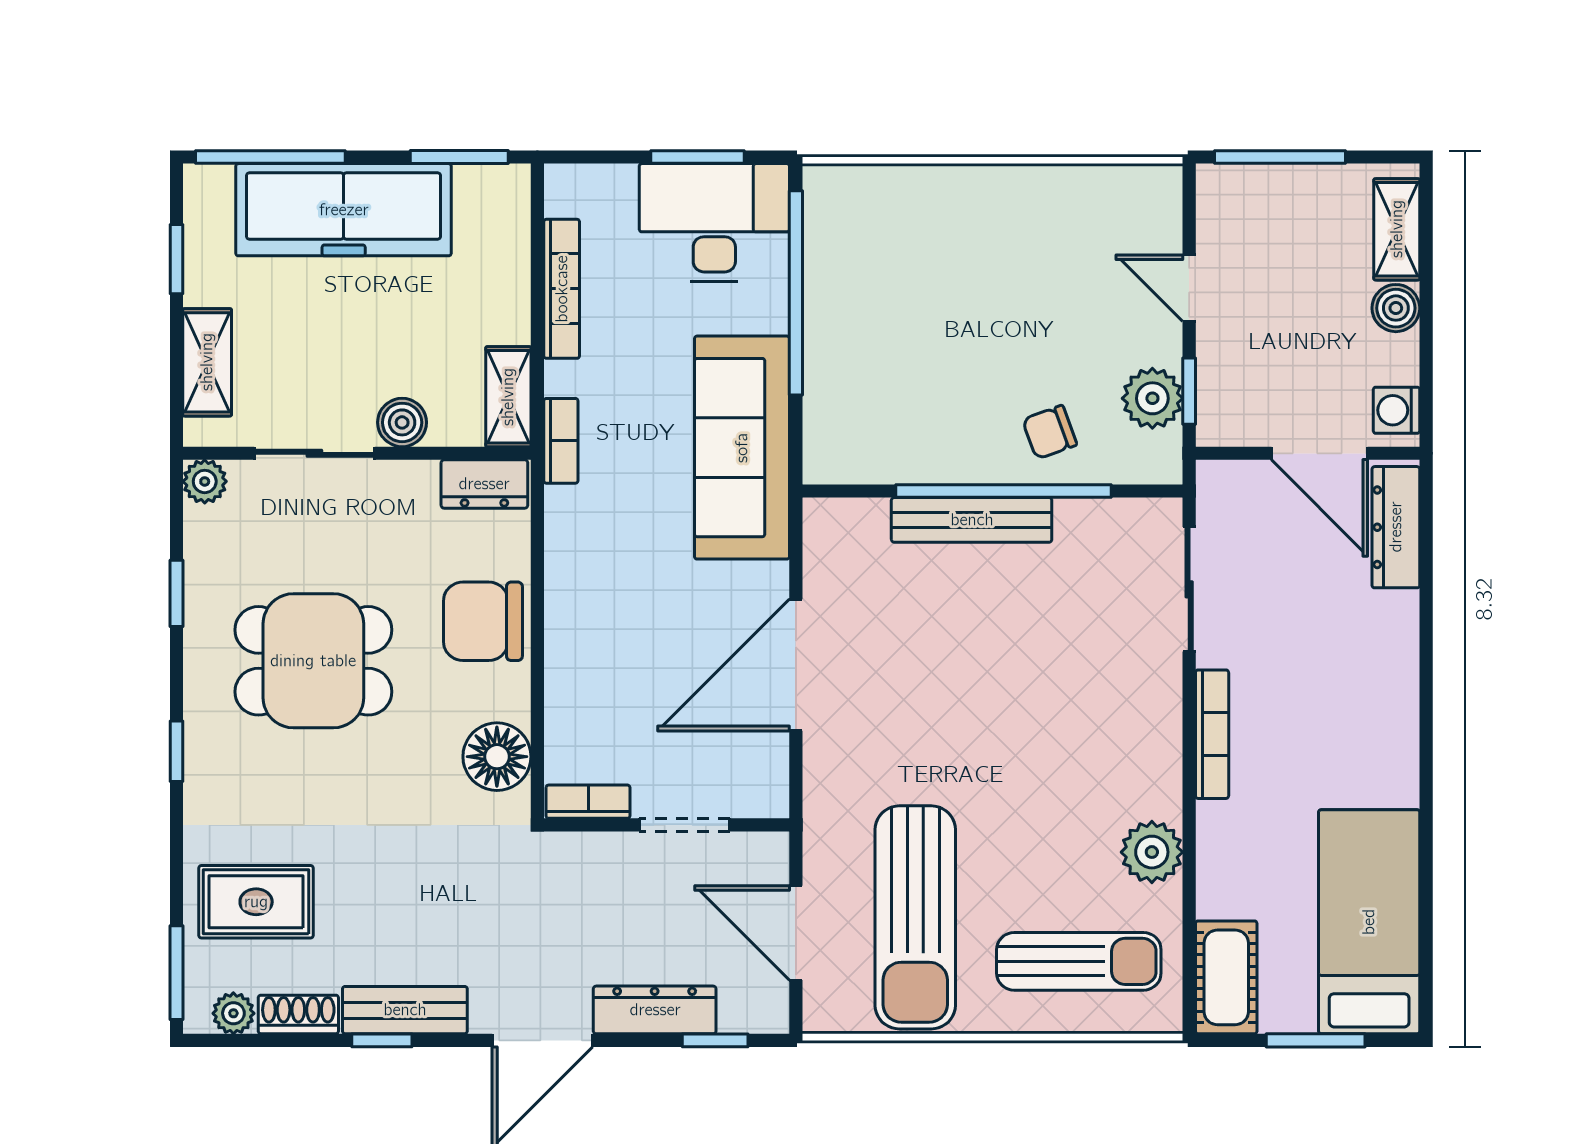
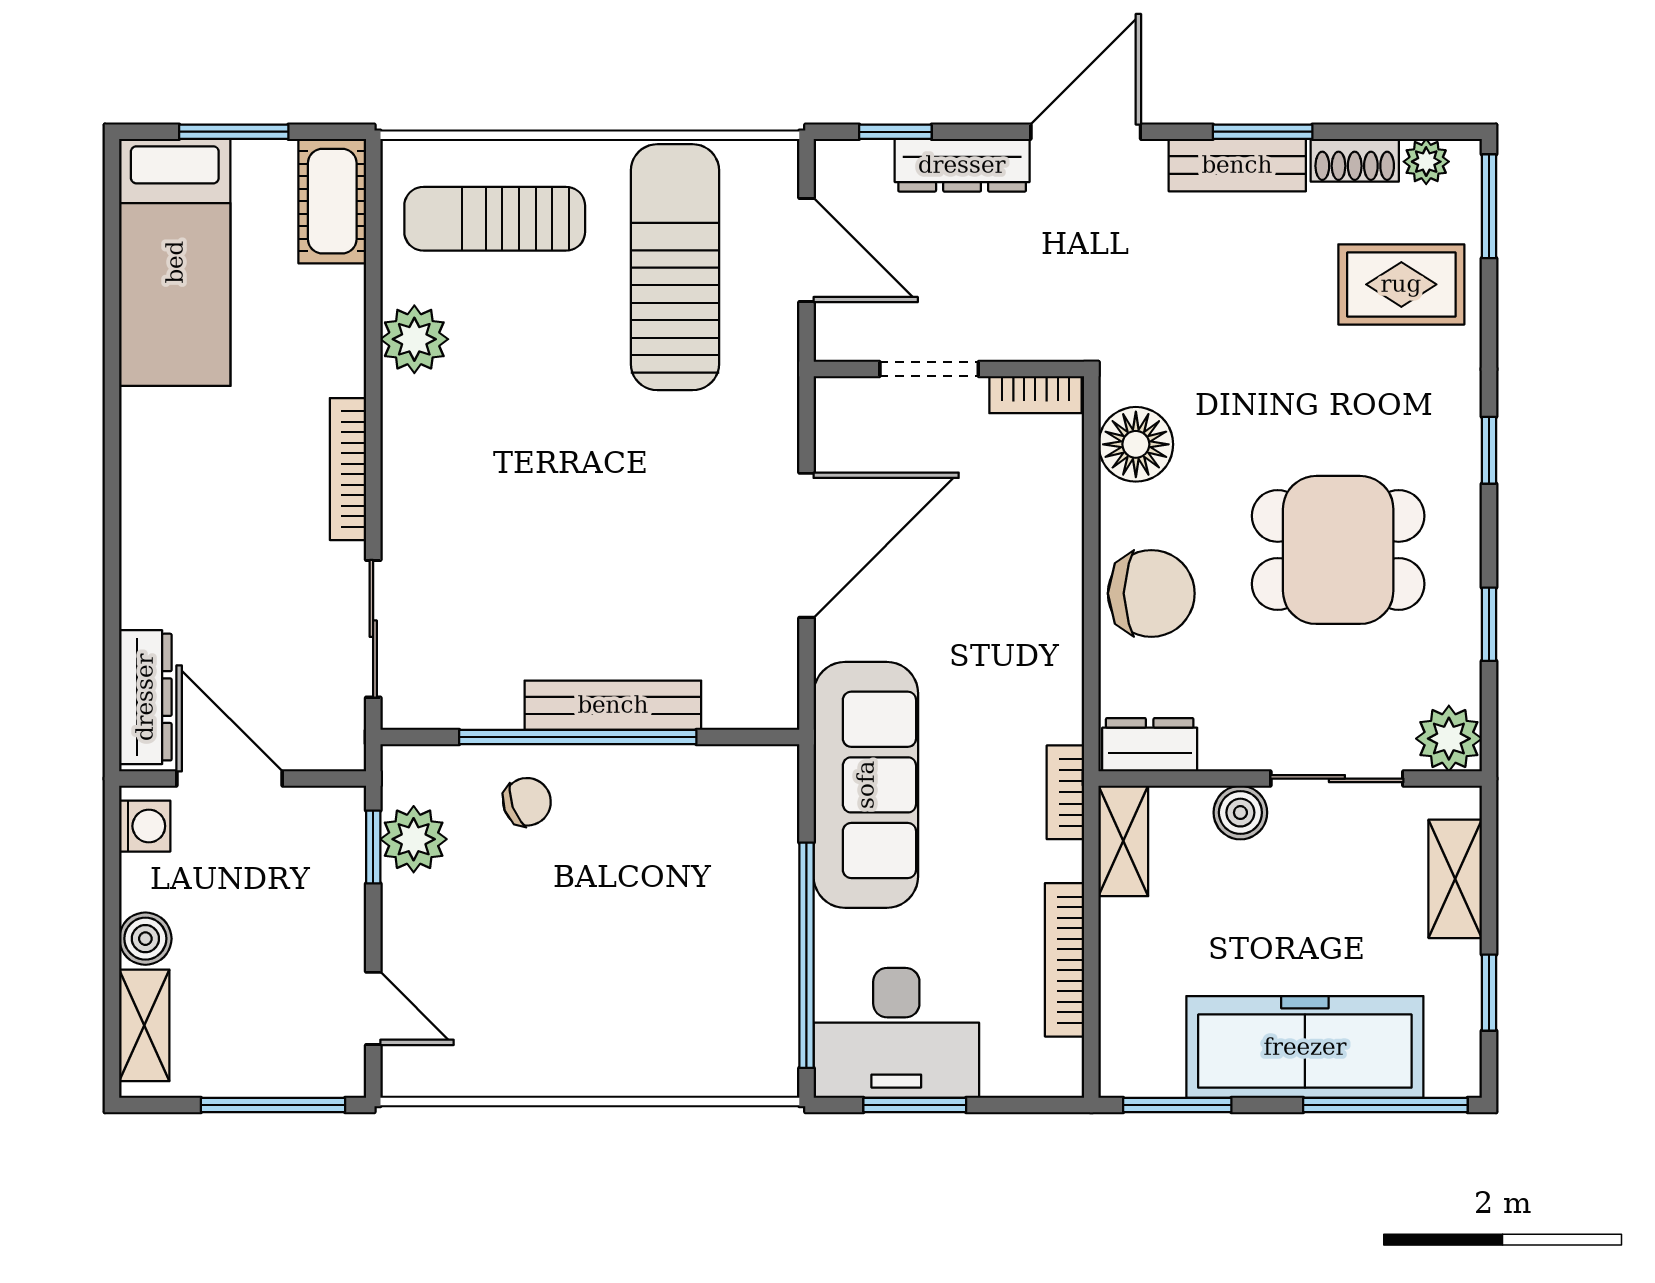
door: (1189, 288) -> (373, 1008), moved
plant: (205, 481) -> (1449, 739), width x1.38, depth x1.38
window: (382, 1040) -> (1263, 132), width x1.50

